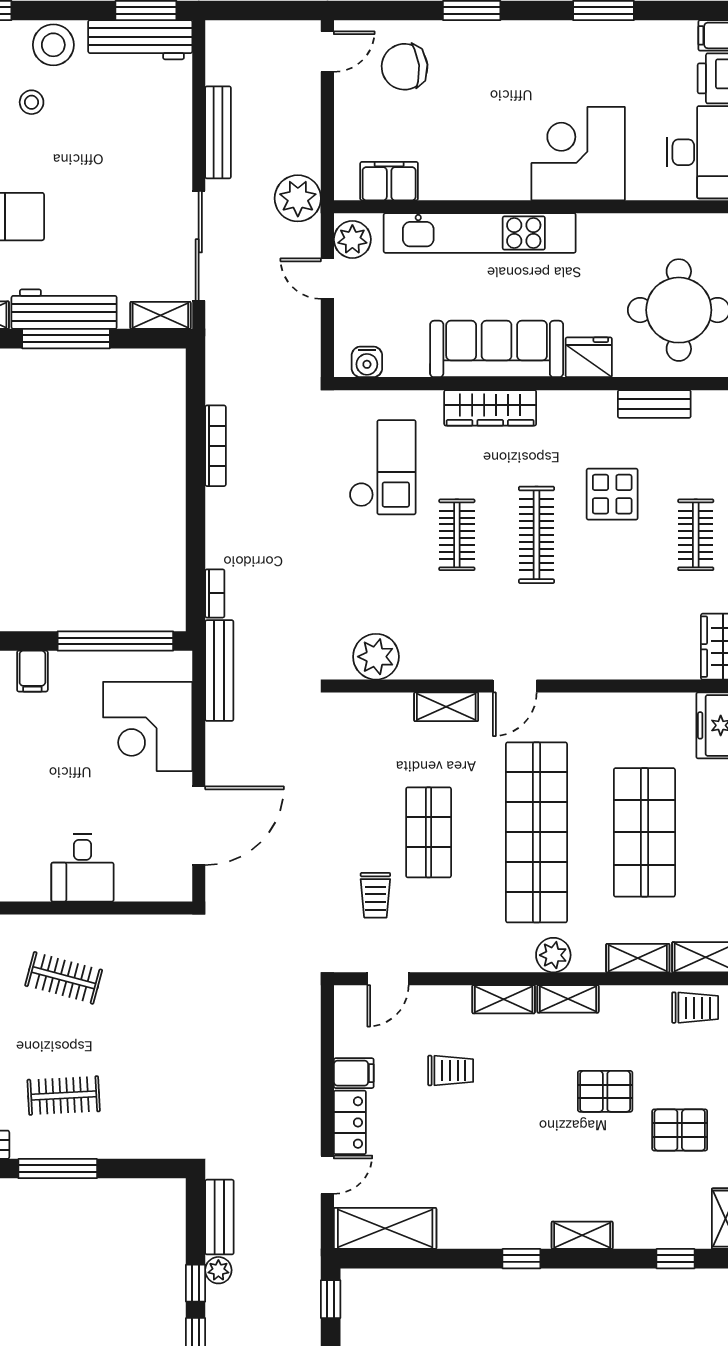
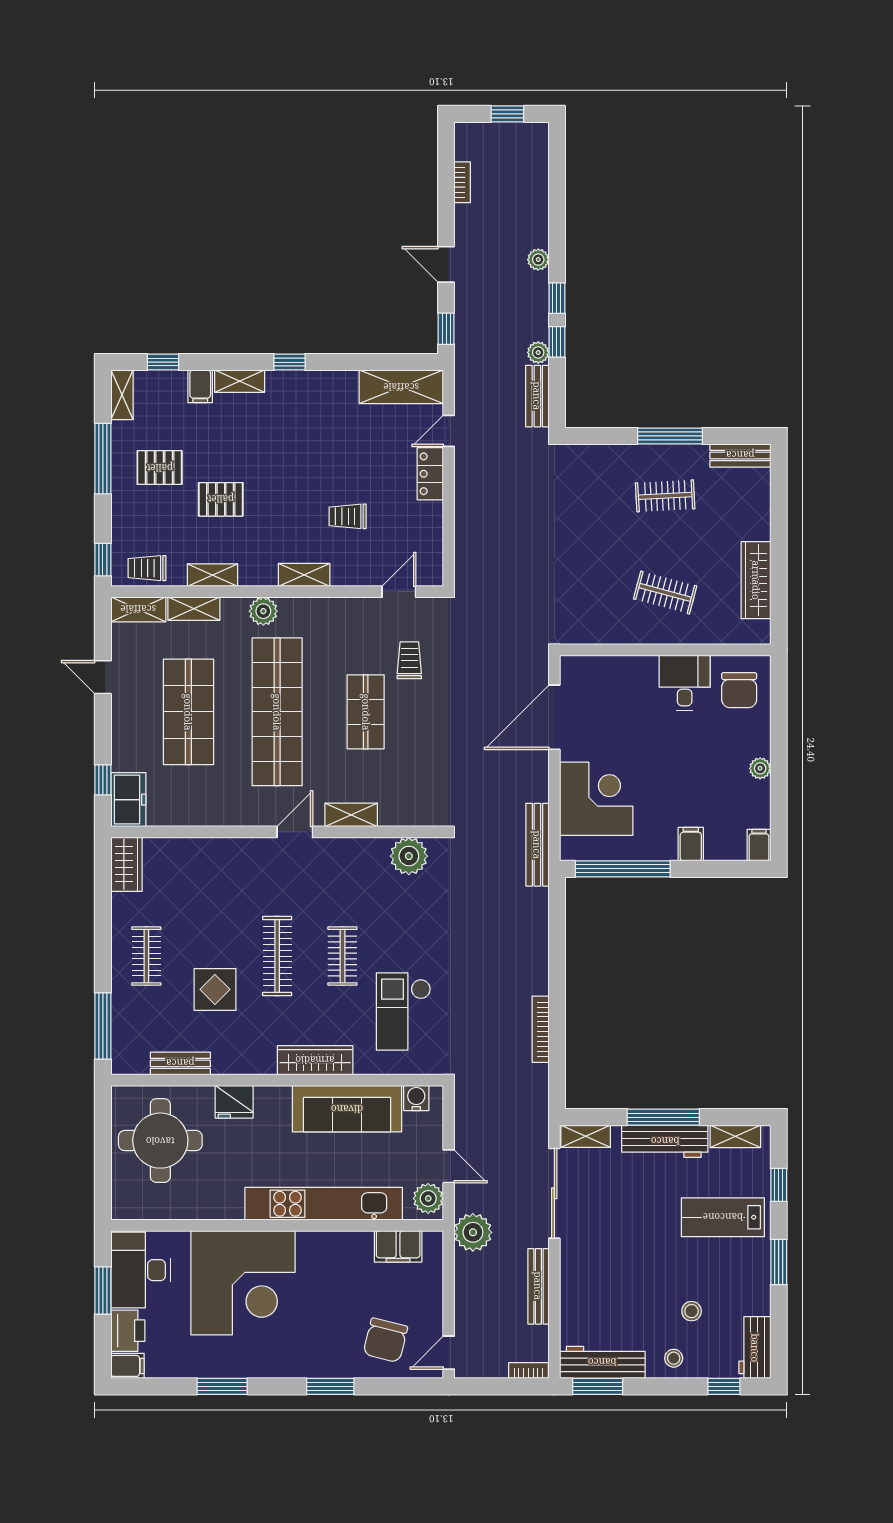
stool: (53, 45) -> (674, 1358), width x0.53, depth x0.53
chair: (405, 67) -> (385, 1340), turned 110
corner desk: (578, 154) -> (243, 1283), width x1.36, depth x1.36
sofa: (497, 349) -> (347, 1109), moved
bookcase: (215, 593) -> (528, 1371), moved, turned 90
desk: (82, 868) -> (685, 683), moved
shelving: (568, 999) -> (212, 575), moved
filing cabinet: (354, 1073) -> (200, 386), moved, turned -90

